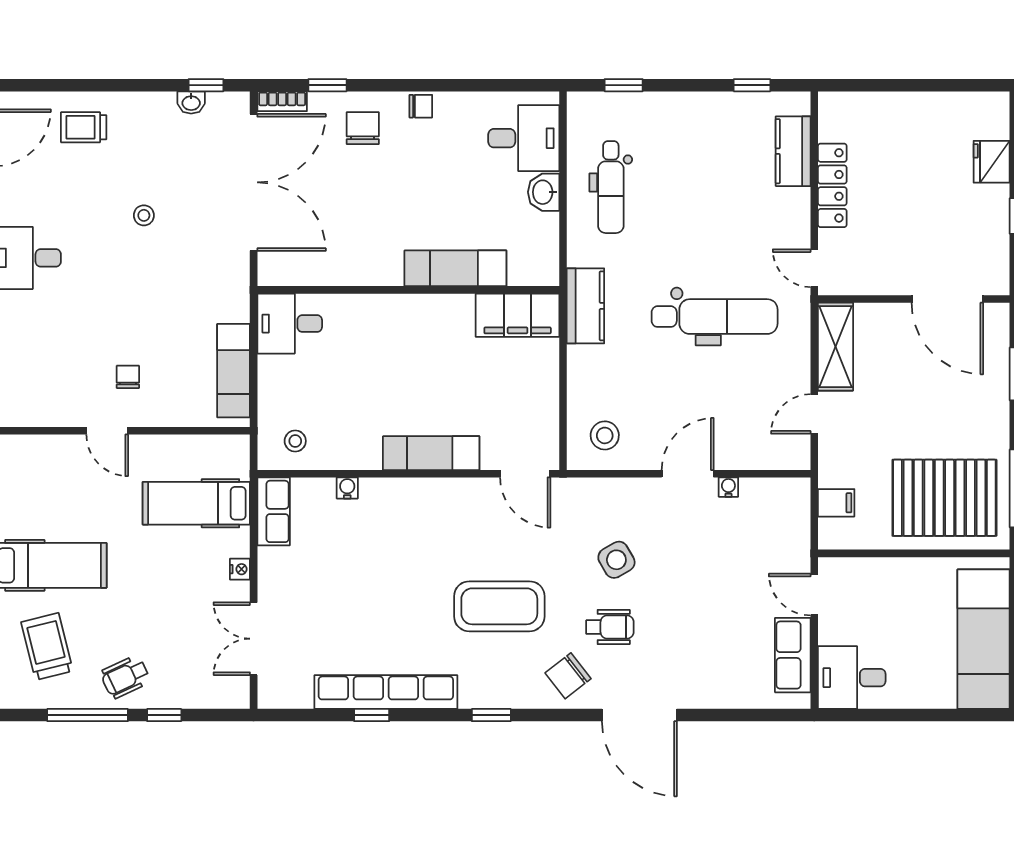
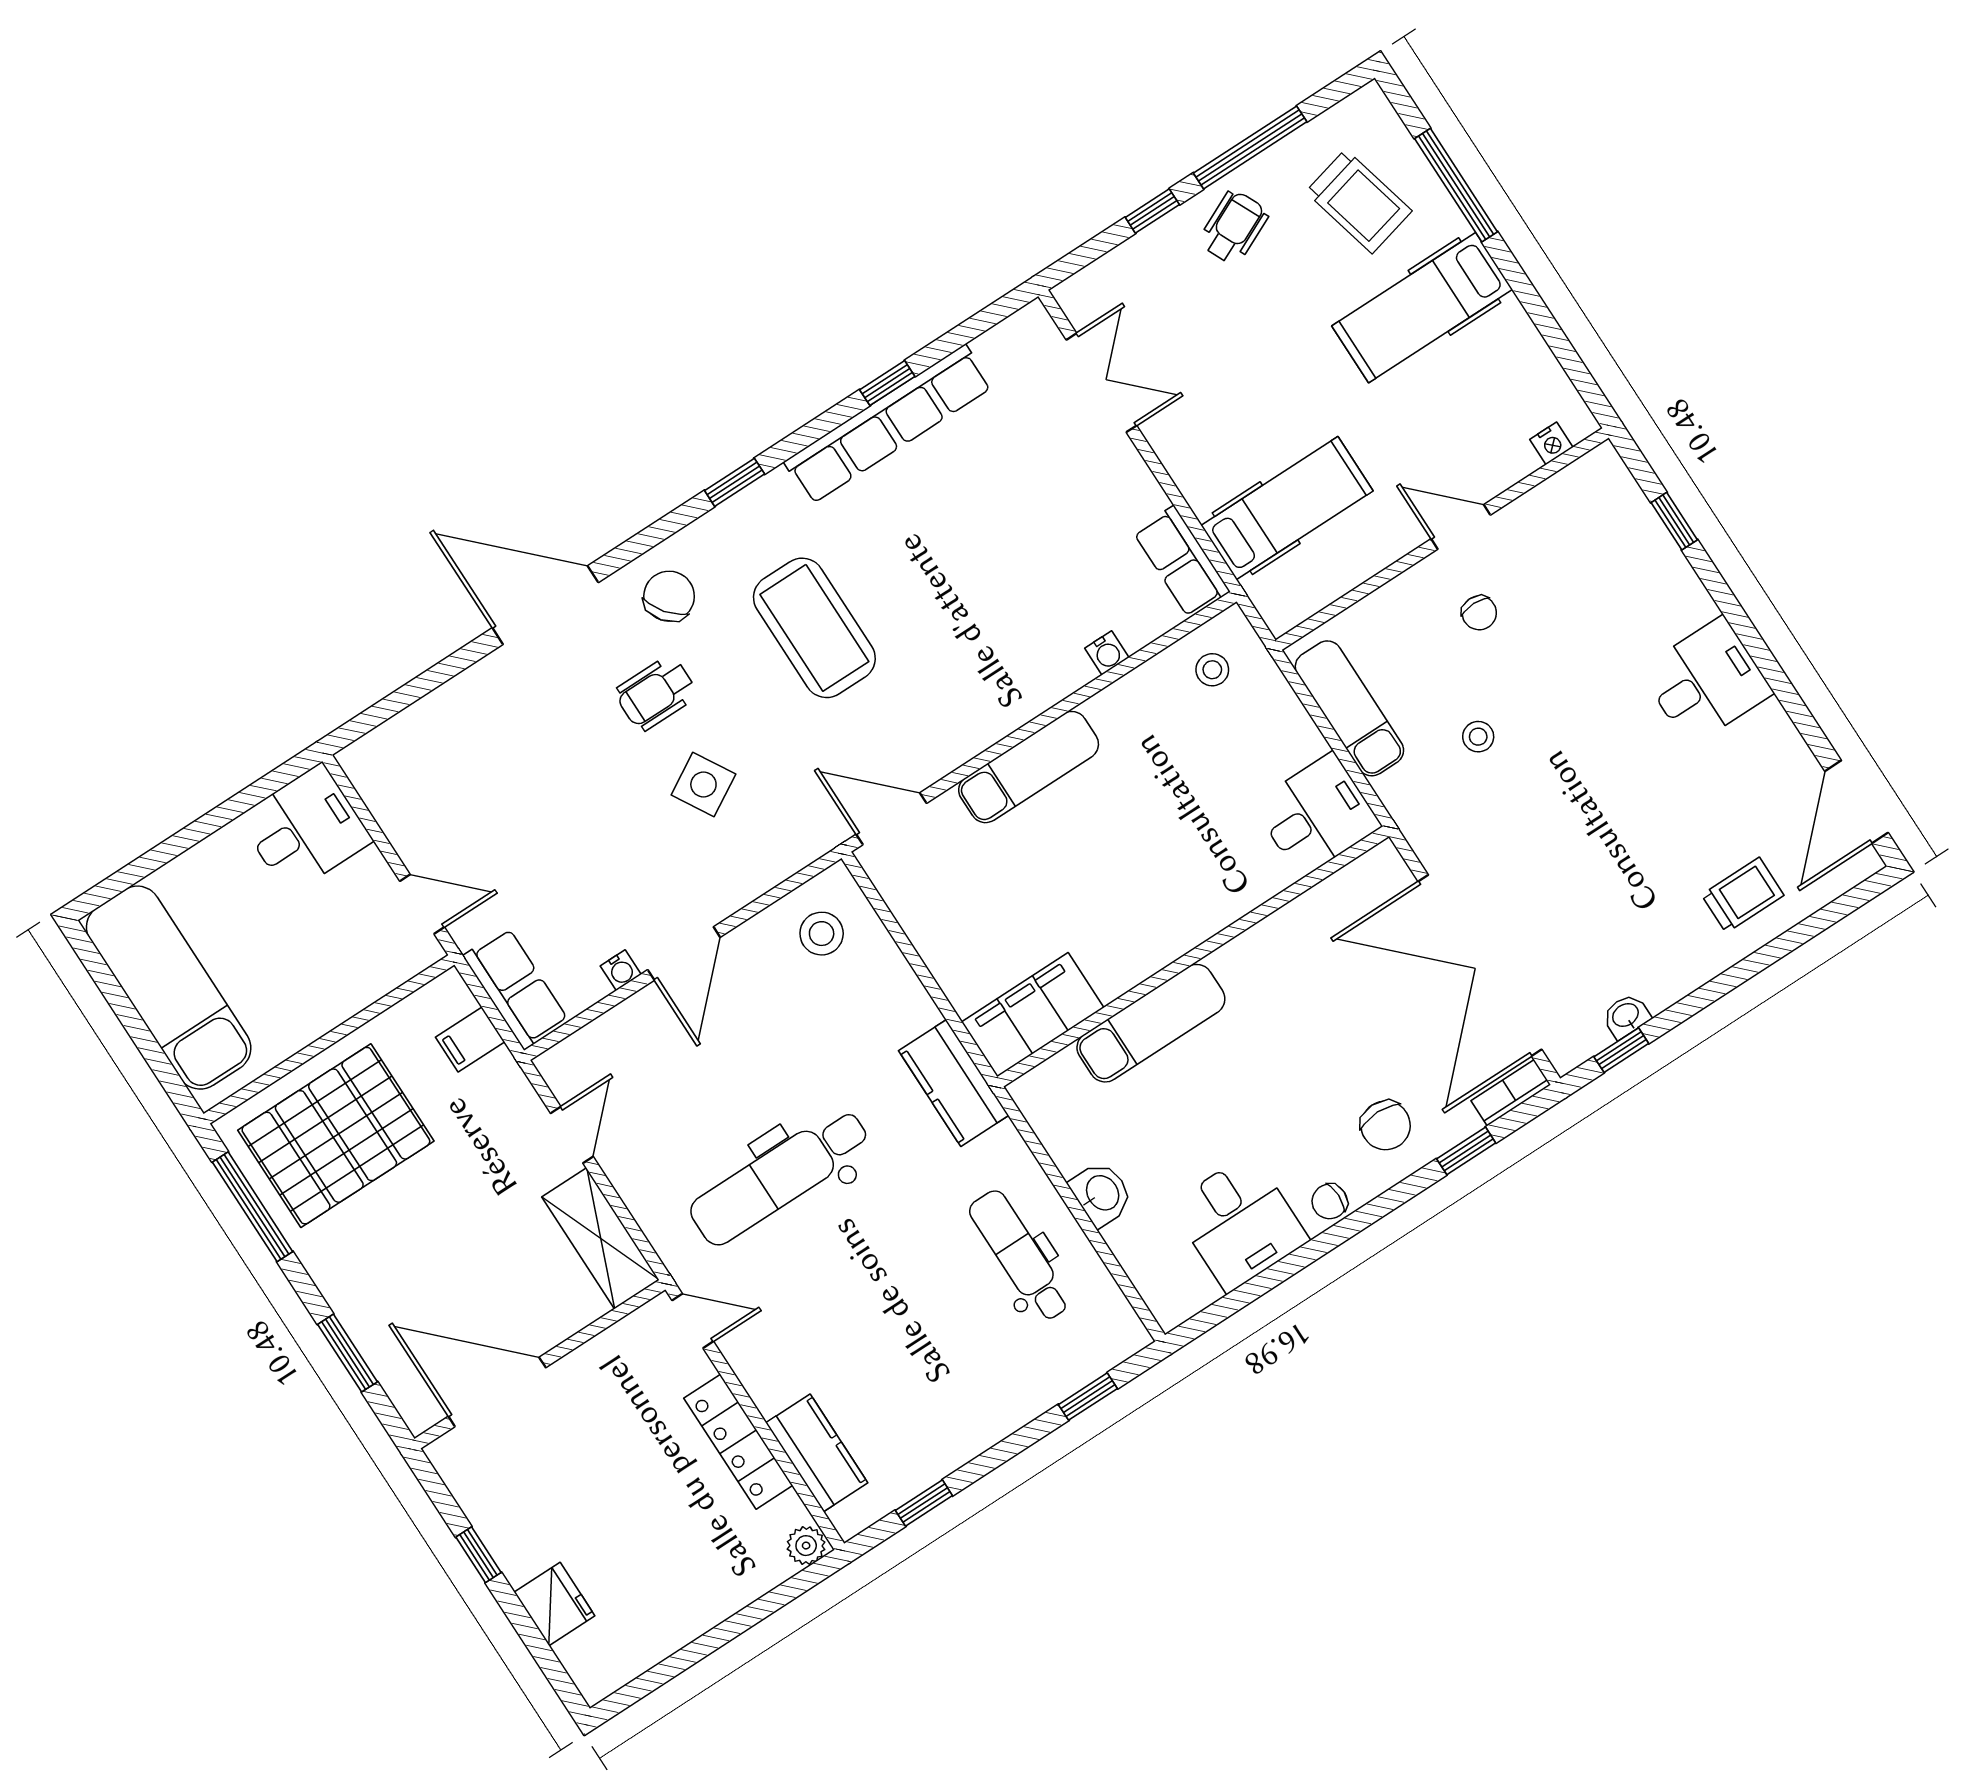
plant: (832, 104) -> (806, 1546), added
desk: (524, 138) -> (1239, 1222), moved, turned -90
stool: (144, 215) -> (1478, 737), moved
nightstand: (240, 569) -> (1551, 443), moved, turned -90
coffee table: (499, 606) -> (814, 628), turned 90
row of seats: (793, 655) -> (516, 988), moved

